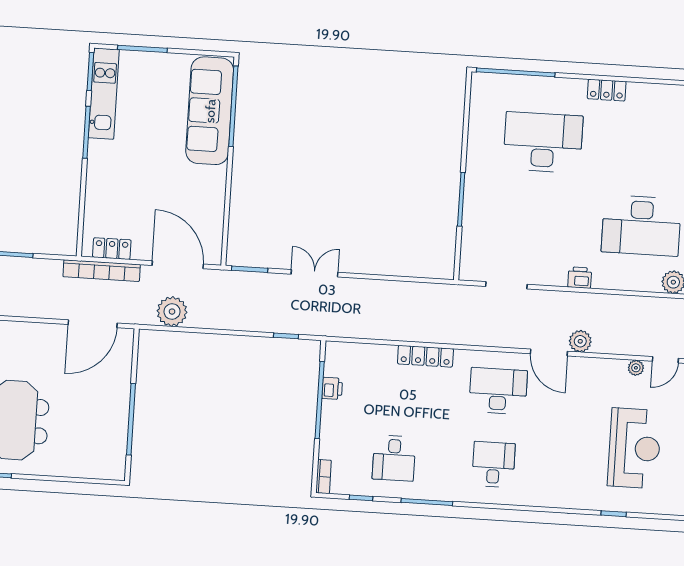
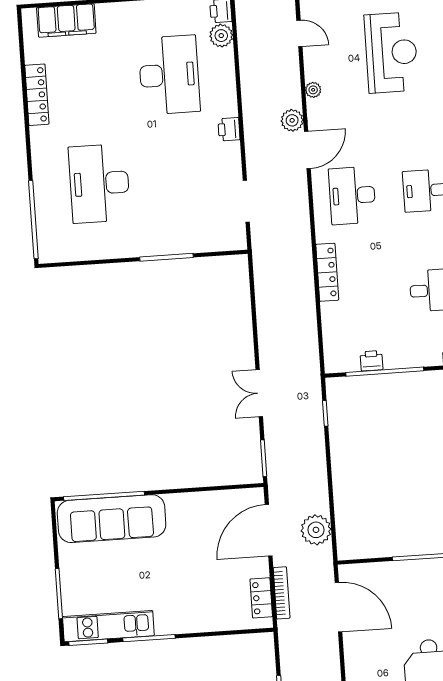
locker: (607, 90) -> (37, 95), moved, width x1.53
bookcase: (102, 271) -> (282, 593), width x0.68, depth x0.76
plant: (636, 368) -> (313, 90), moved
reception desk: (634, 448) -> (391, 53), turned 90

